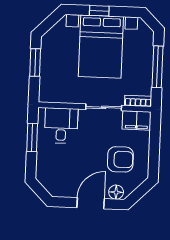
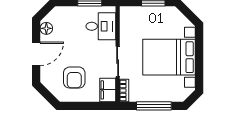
window: (99, 11) -> (199, 55), removed
floor lamp: (116, 192) -> (46, 28), moved
door: (91, 203) -> (36, 54), hinge flipped

